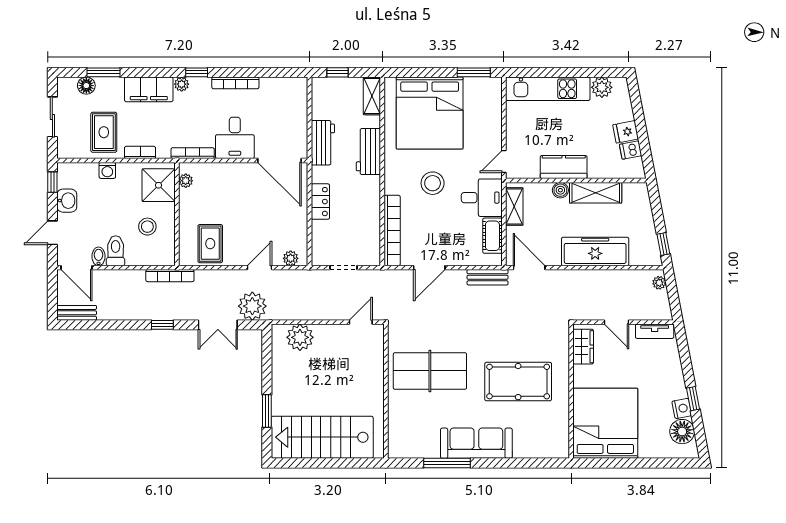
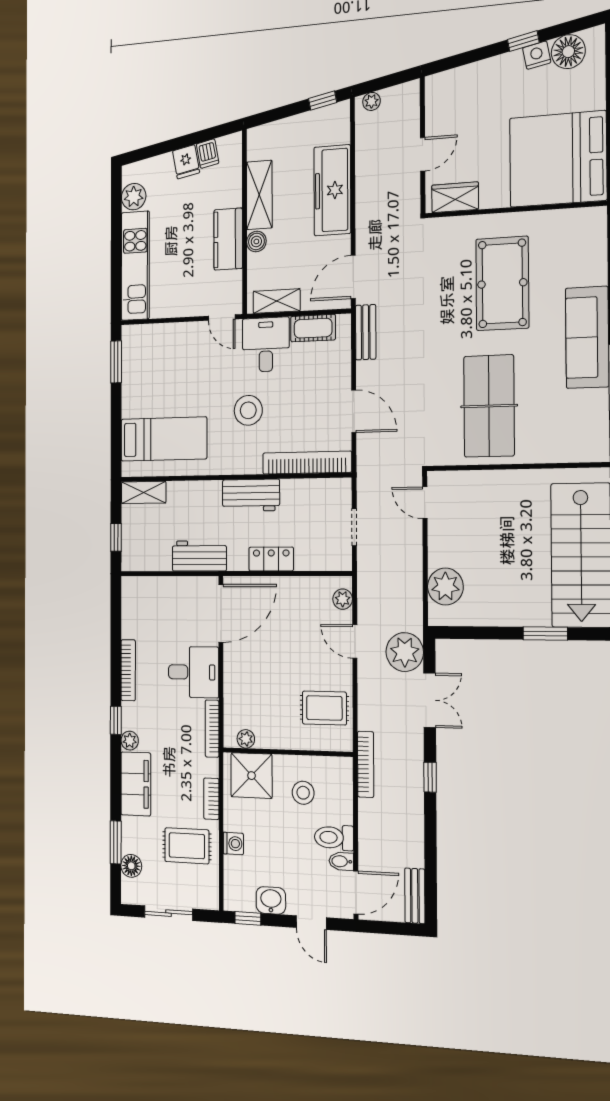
bed: (430, 113) -> (164, 439), width x0.49
workbench: (368, 152) -> (251, 495), moved
tv unit: (655, 331) -> (434, 102), removed

